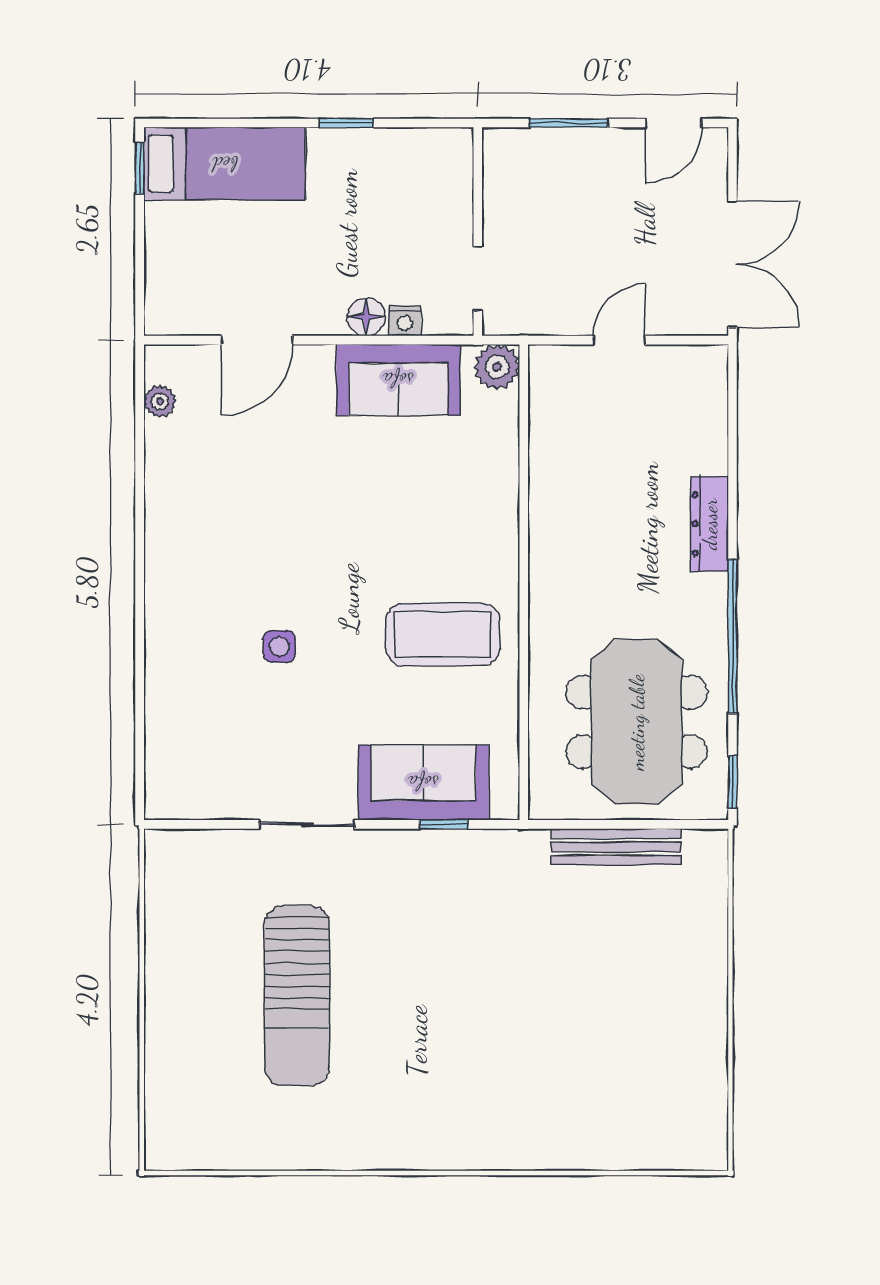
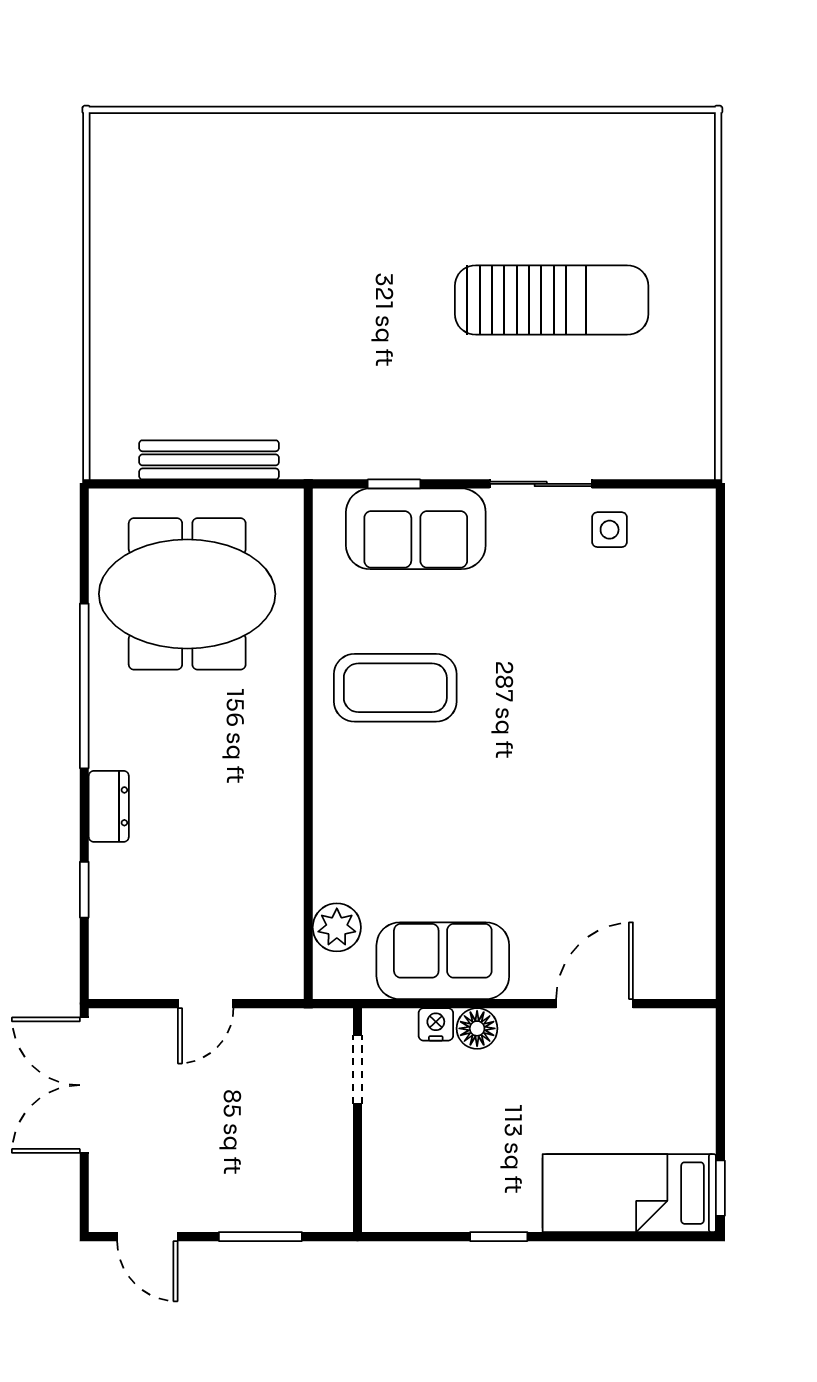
door: (674, 123) -> (147, 1237), swing flipped
plant: (497, 367) -> (337, 927), moved
plant: (160, 401) -> (699, 938), removed
dresser: (710, 524) -> (109, 806), width x0.70
side table: (279, 646) -> (610, 530), moved
meeting table: (637, 722) -> (187, 594), turned 90
window: (732, 782) -> (84, 890), moved
sun lounger: (297, 996) -> (552, 300), turned 90

